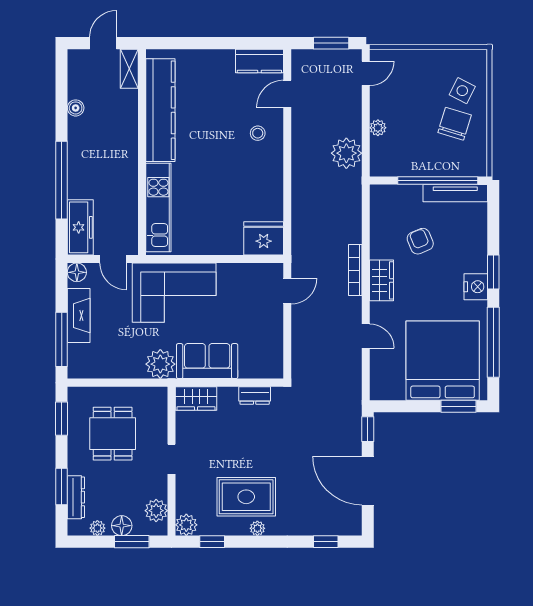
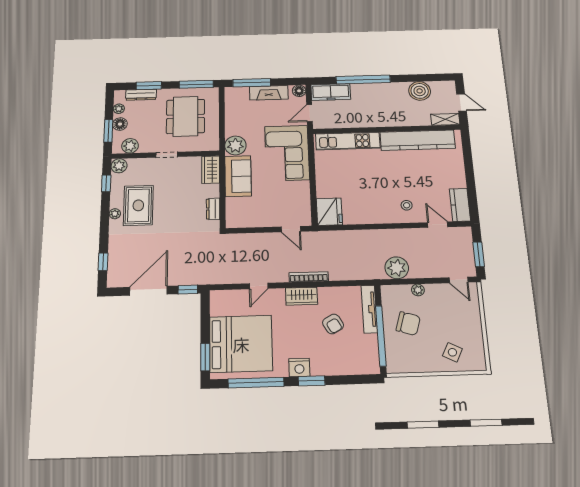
boiler: (76, 108) -> (420, 91), width x1.86, depth x1.86
chair: (455, 124) -> (408, 324), moved
tv unit: (455, 193) -> (369, 309), moved
armchair: (420, 241) -> (333, 324), turned 83
window: (62, 419) -> (196, 84), width x1.44
dining table: (113, 434) -> (186, 116), width x1.38

